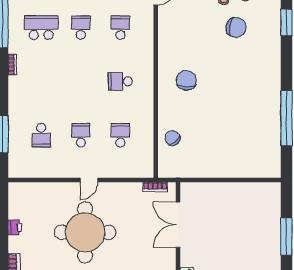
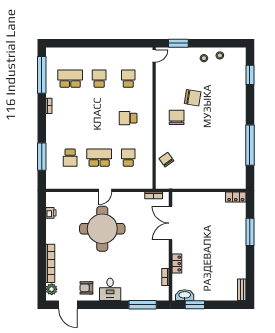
chair: (236, 27) -> (193, 98), moved
school desk: (81, 135) -> (99, 158), width x1.85
locker: (267, 189) -> (236, 197), added
printer: (15, 227) -> (51, 213), moved

